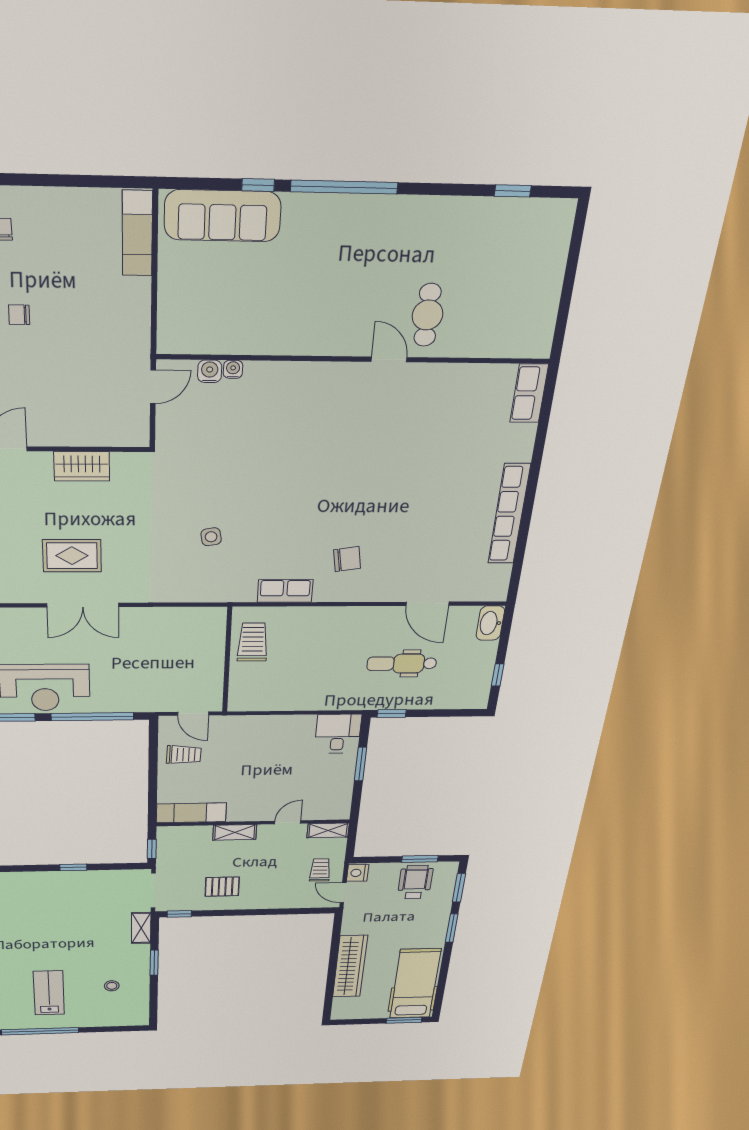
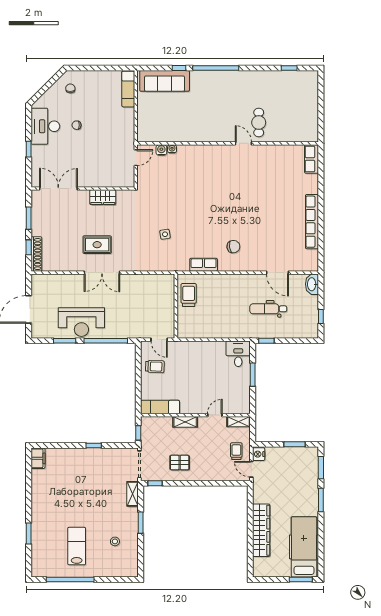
wheelchair: (415, 882) -> (294, 462), removed

